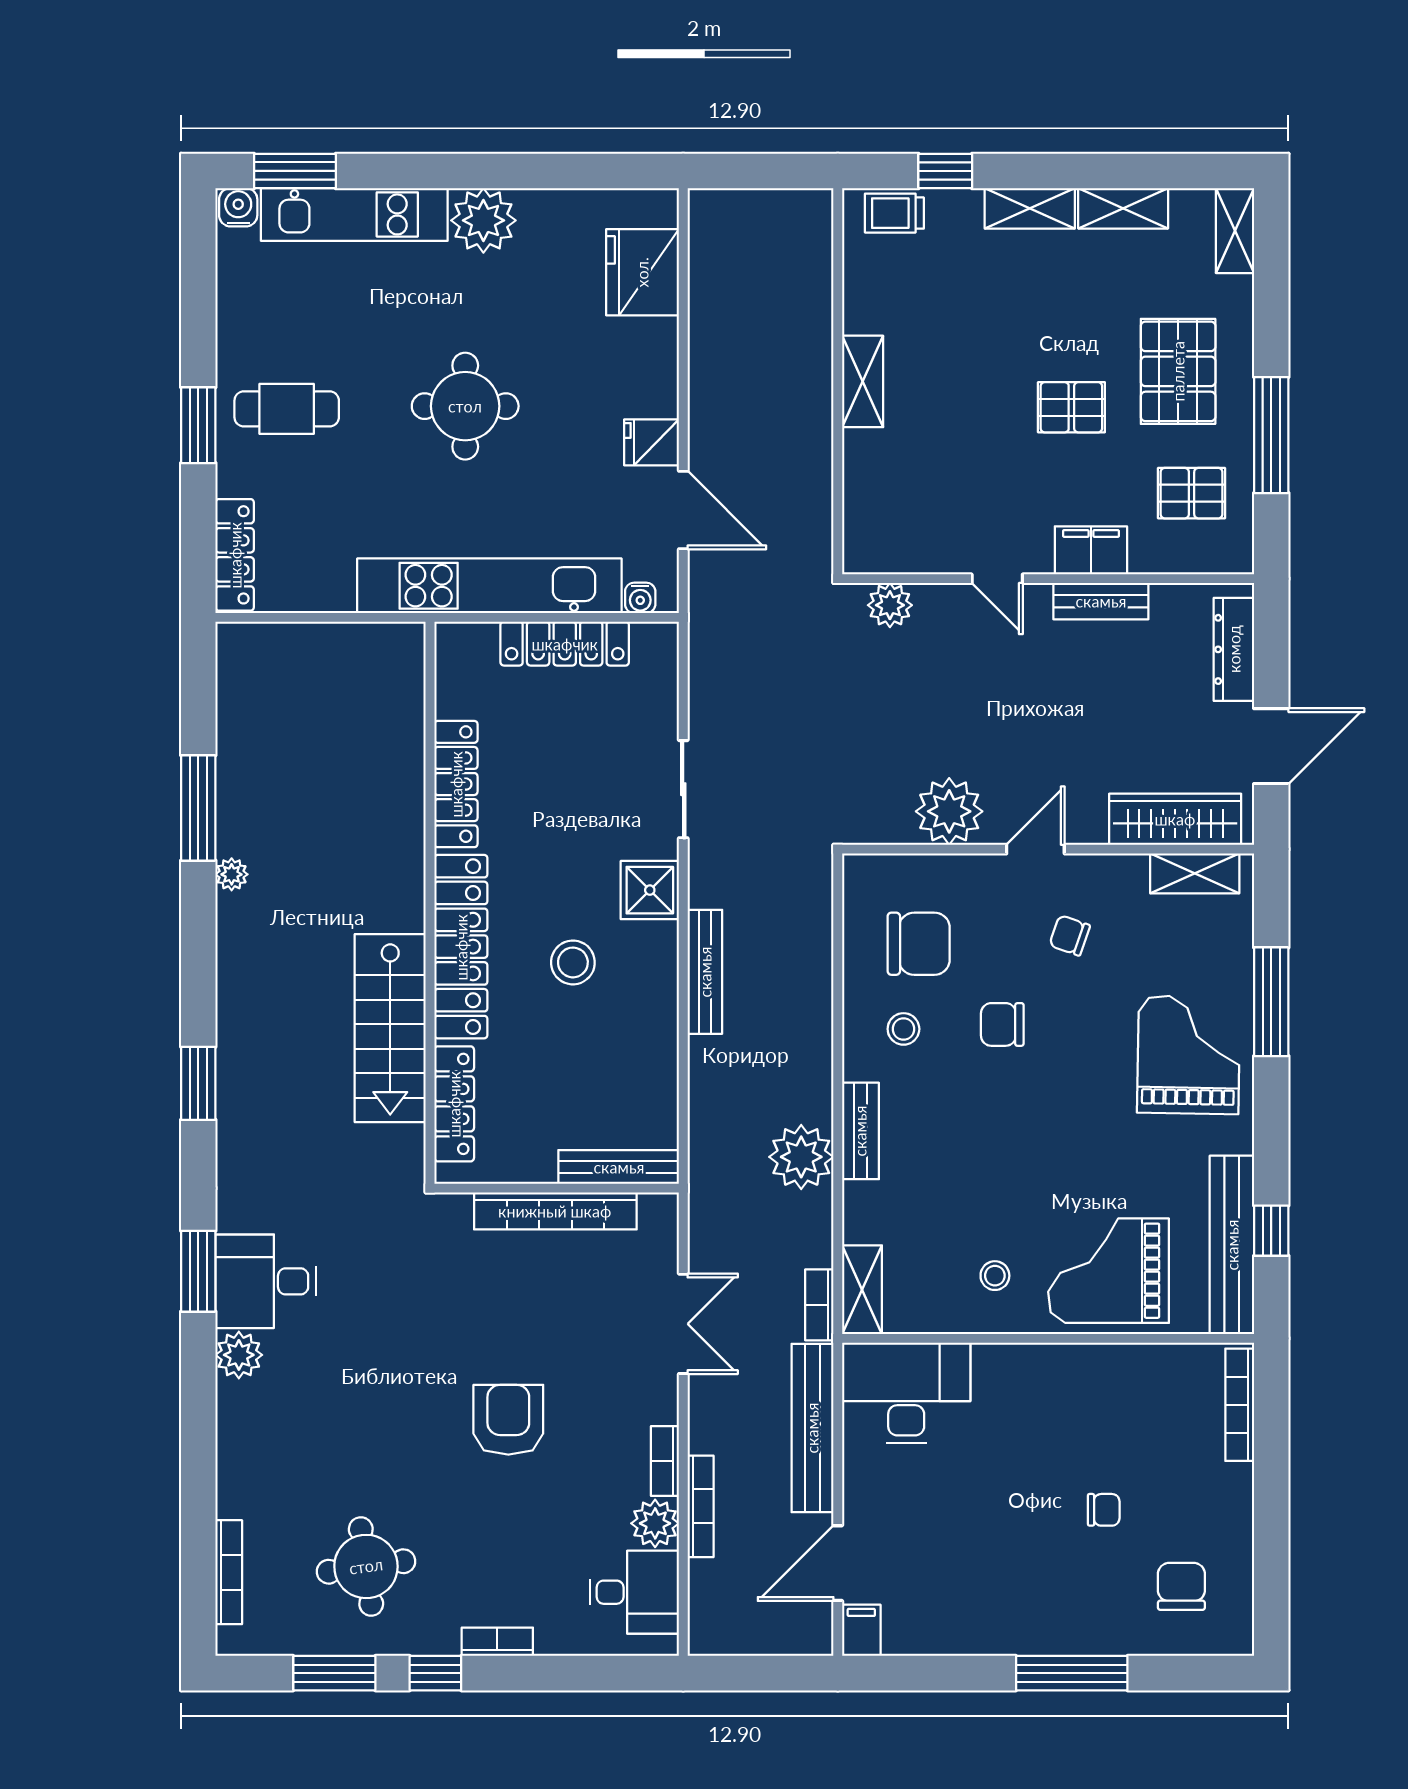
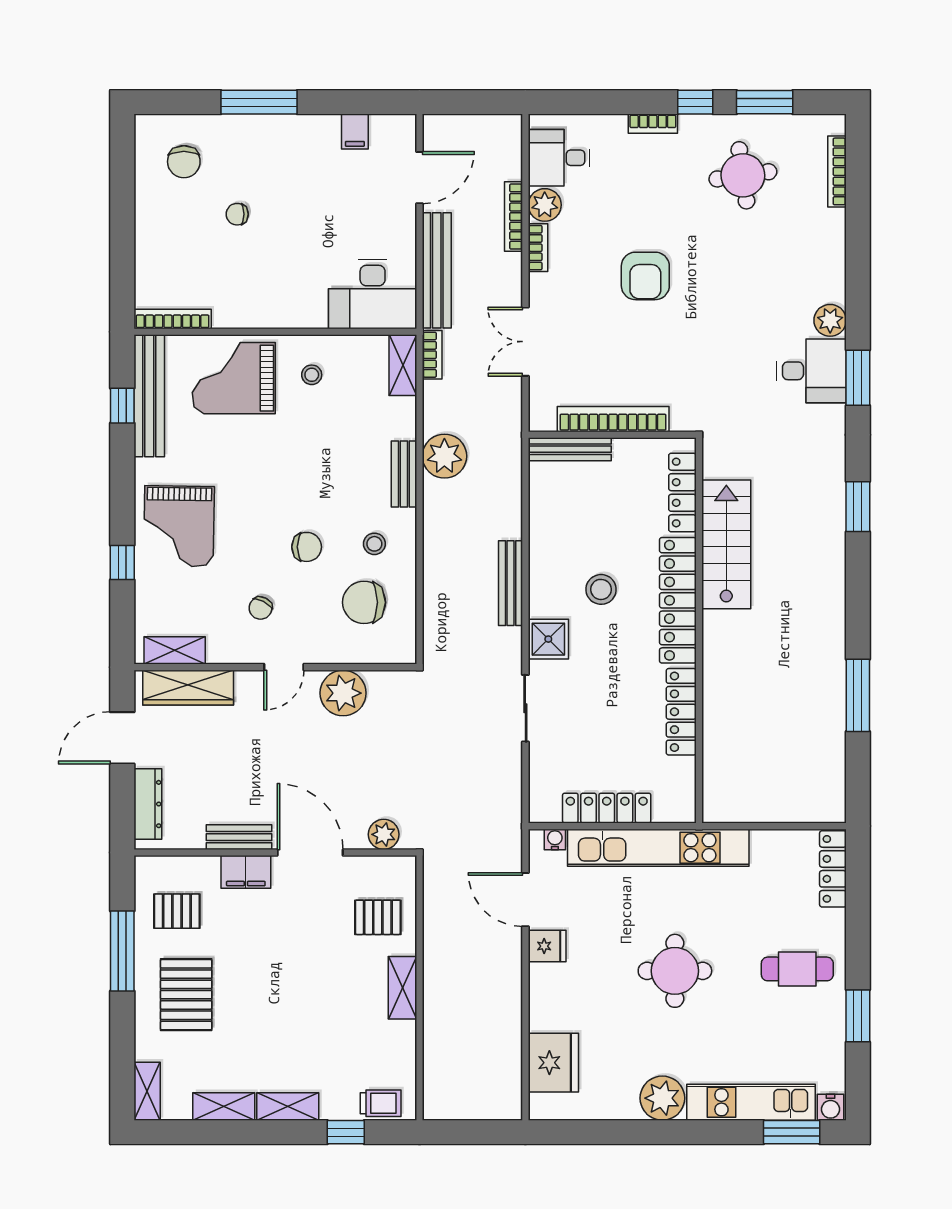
pallet: (1071, 407) -> (378, 917), moved
window: (198, 425) -> (858, 1016), moved
door: (997, 579) -> (310, 853), width x1.88
plant: (232, 874) -> (835, 650), removed
chair: (1070, 935) -> (261, 608), turned 98
window: (1271, 1002) -> (122, 563), width x0.46
grand piano: (1109, 1271) -> (234, 378), turned 180
bookcase: (1240, 1405) -> (173, 319), moved, turned -90
filing cabinet: (861, 1630) -> (355, 132), moved

